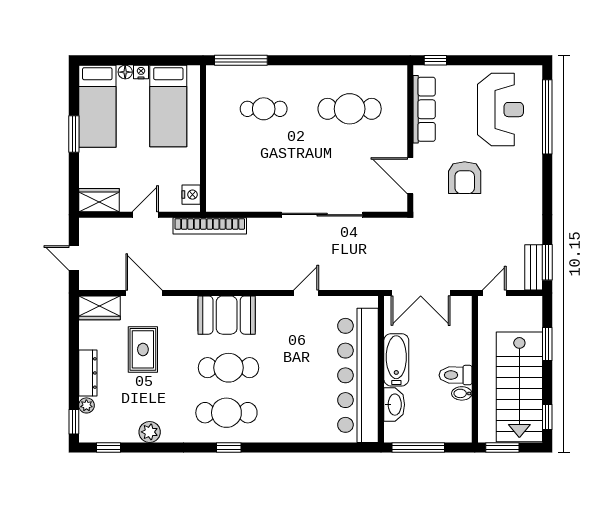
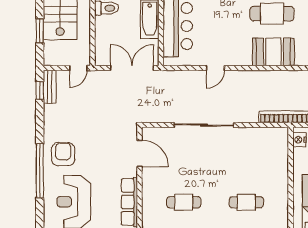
cafe table: (350, 109) -> (184, 202), width x0.73, depth x0.74
window: (547, 117) -> (40, 171), moved
armchair: (465, 178) -> (63, 154), moved
window: (547, 262) -> (40, 90), width x0.67

